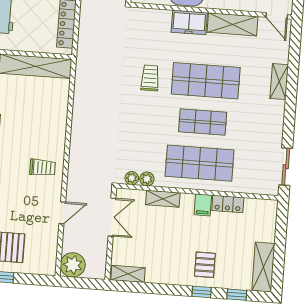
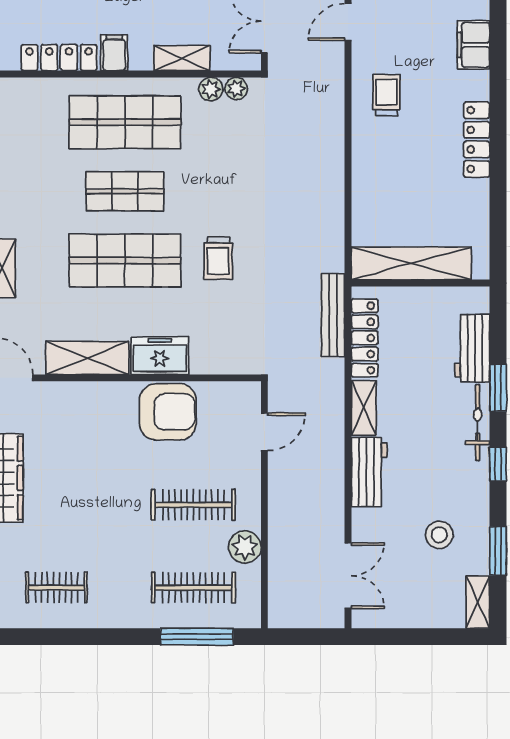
bench: (84, 39) -> (333, 315), added
trolley: (43, 168) -> (387, 95), turned 90
locker: (228, 204) -> (59, 58), width x1.53

